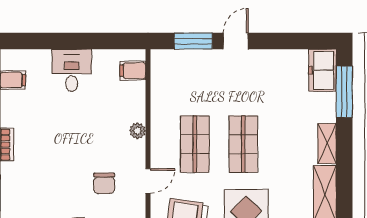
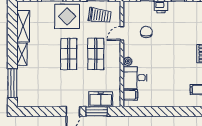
desk: (72, 70) -> (135, 78), moved, turned 90
freezer: (322, 70) -> (101, 99), moved, turned -90

